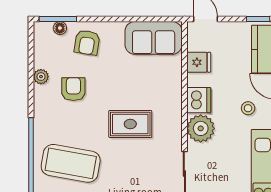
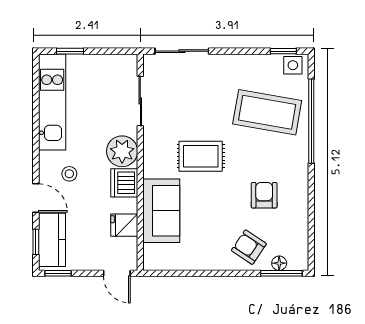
sofa: (154, 38) -> (161, 211), moved, turned 90
armchair: (87, 42) -> (249, 247), turned -65
plant: (41, 77) -> (300, 209), removed
armchair: (73, 89) -> (264, 195), turned 180

